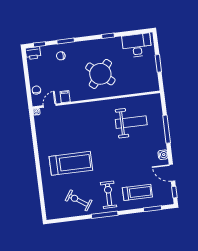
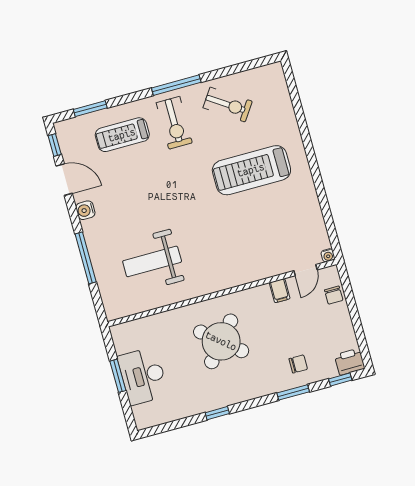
desk: (137, 45) -> (143, 376), moved, turned 90

